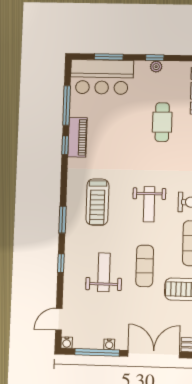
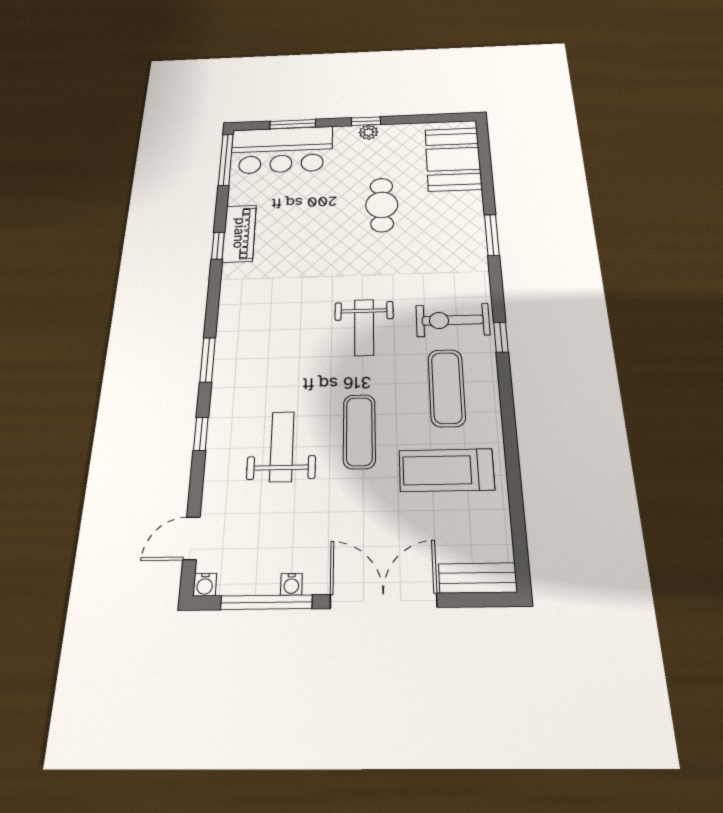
window: (67, 105) -> (226, 160), moved
treadmill: (97, 202) -> (271, 329), removed

